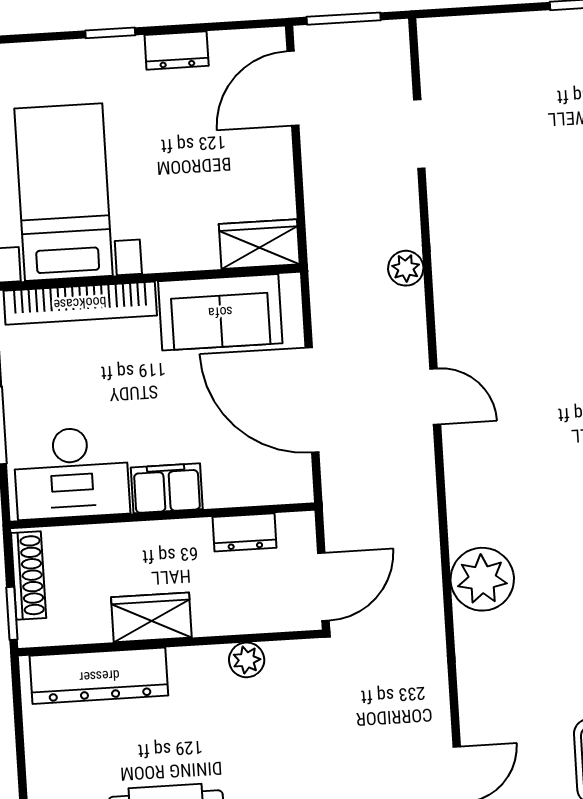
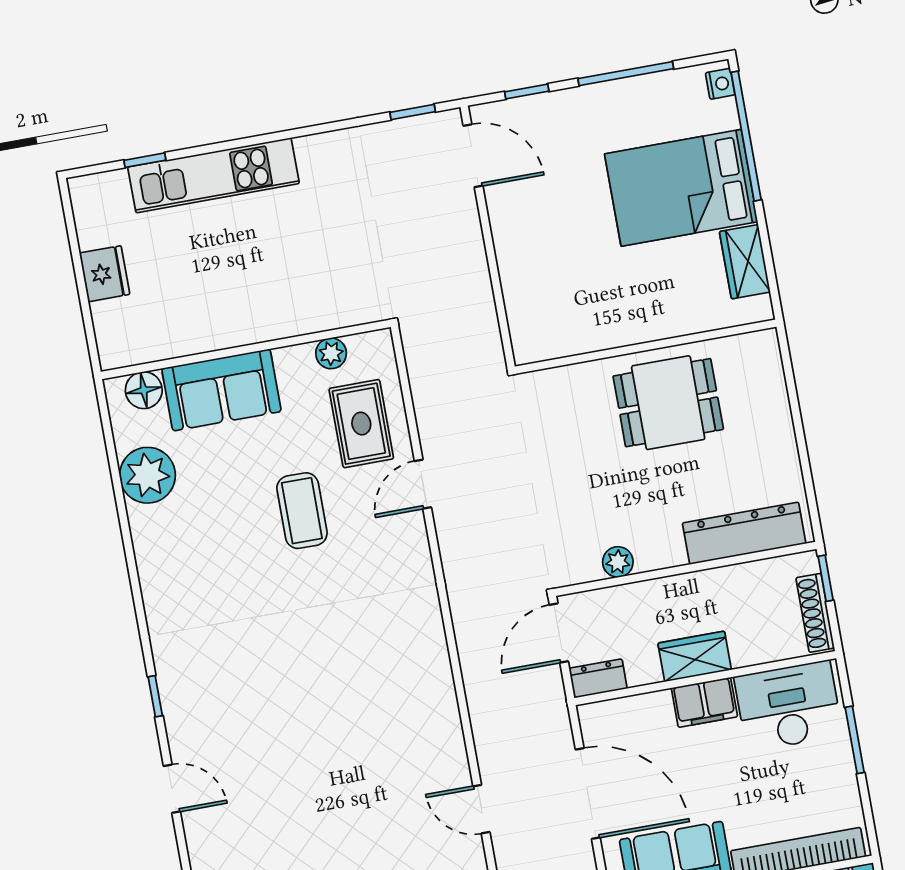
dresser: (245, 532) -> (598, 678), moved
plant: (482, 579) -> (422, 656), removed
wardrobe: (151, 617) -> (695, 656), moved, turned 180

